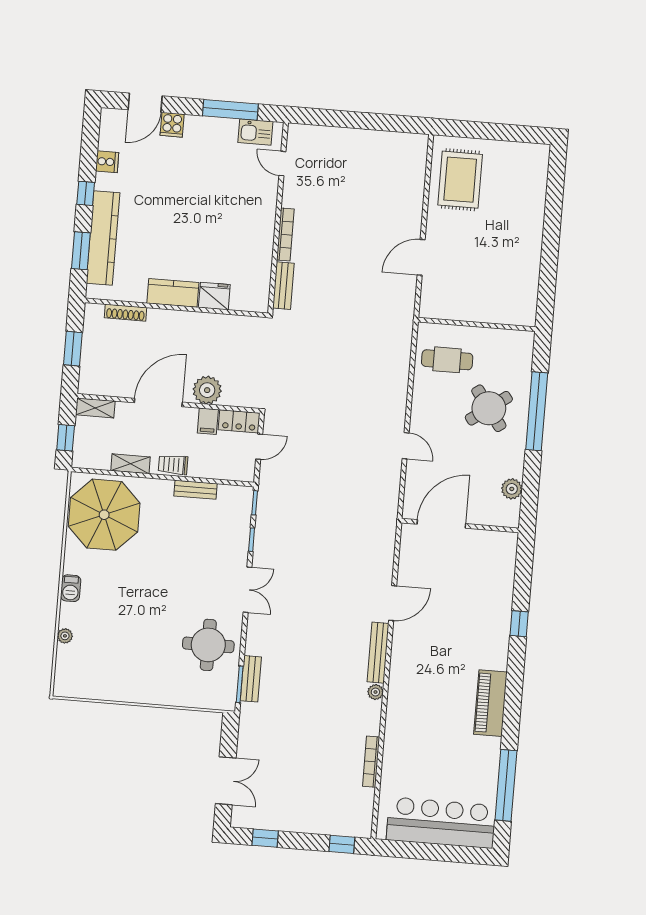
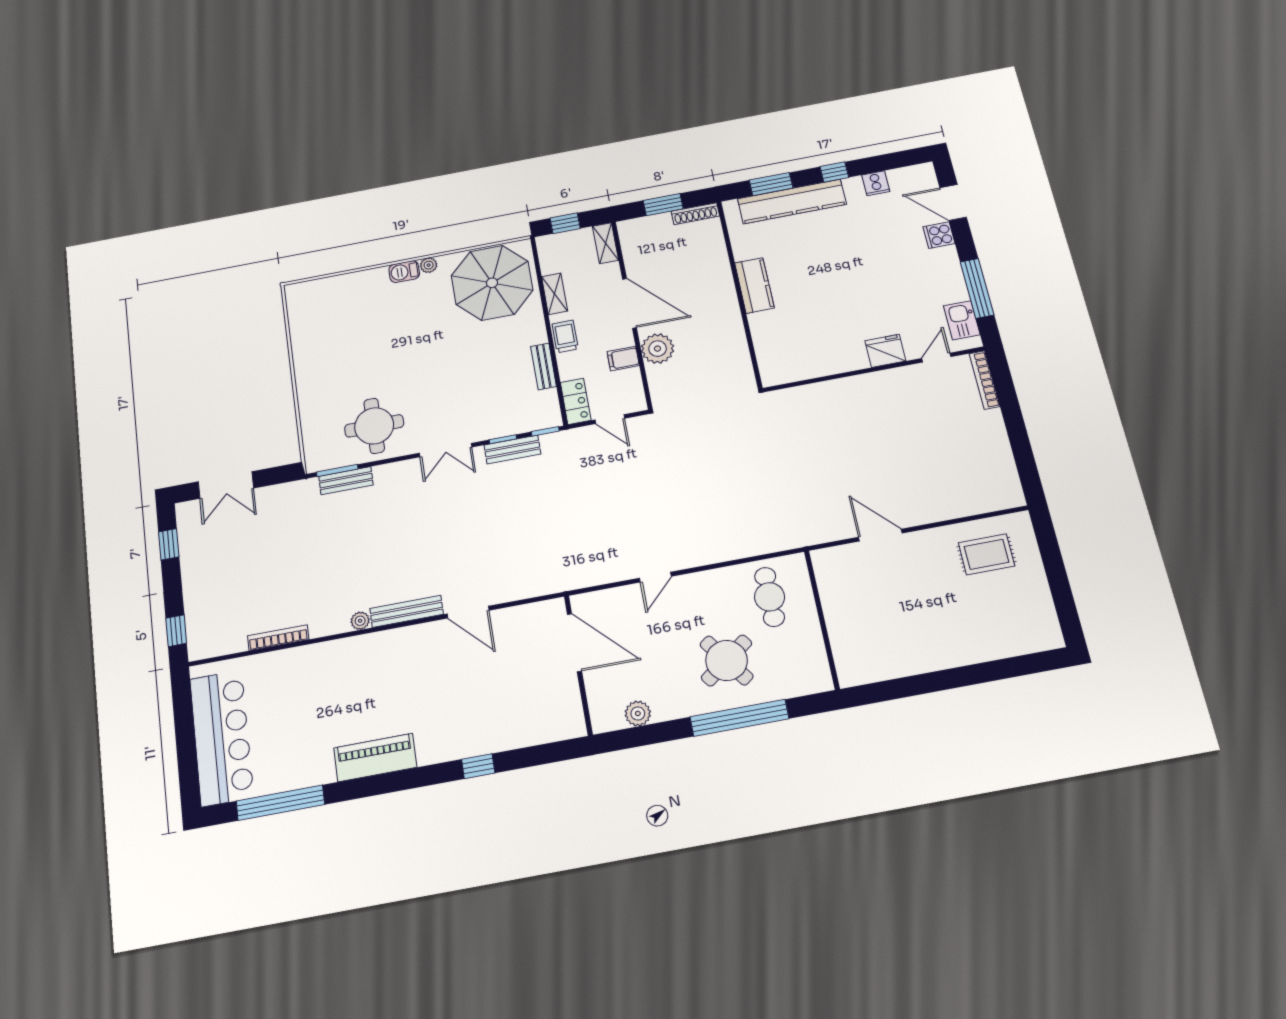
rug: (460, 180) -> (986, 554), width x0.73, depth x0.70
bookcase: (285, 234) -> (984, 380), moved, turned 90
bench: (283, 286) -> (512, 450), moved
fridge: (214, 296) -> (885, 351), moved, turned -90
shoe rack: (125, 313) -> (695, 214), moved, turned -90
locker: (239, 421) -> (576, 401), moved, turned 180
plant: (65, 636) -> (429, 265), moved

